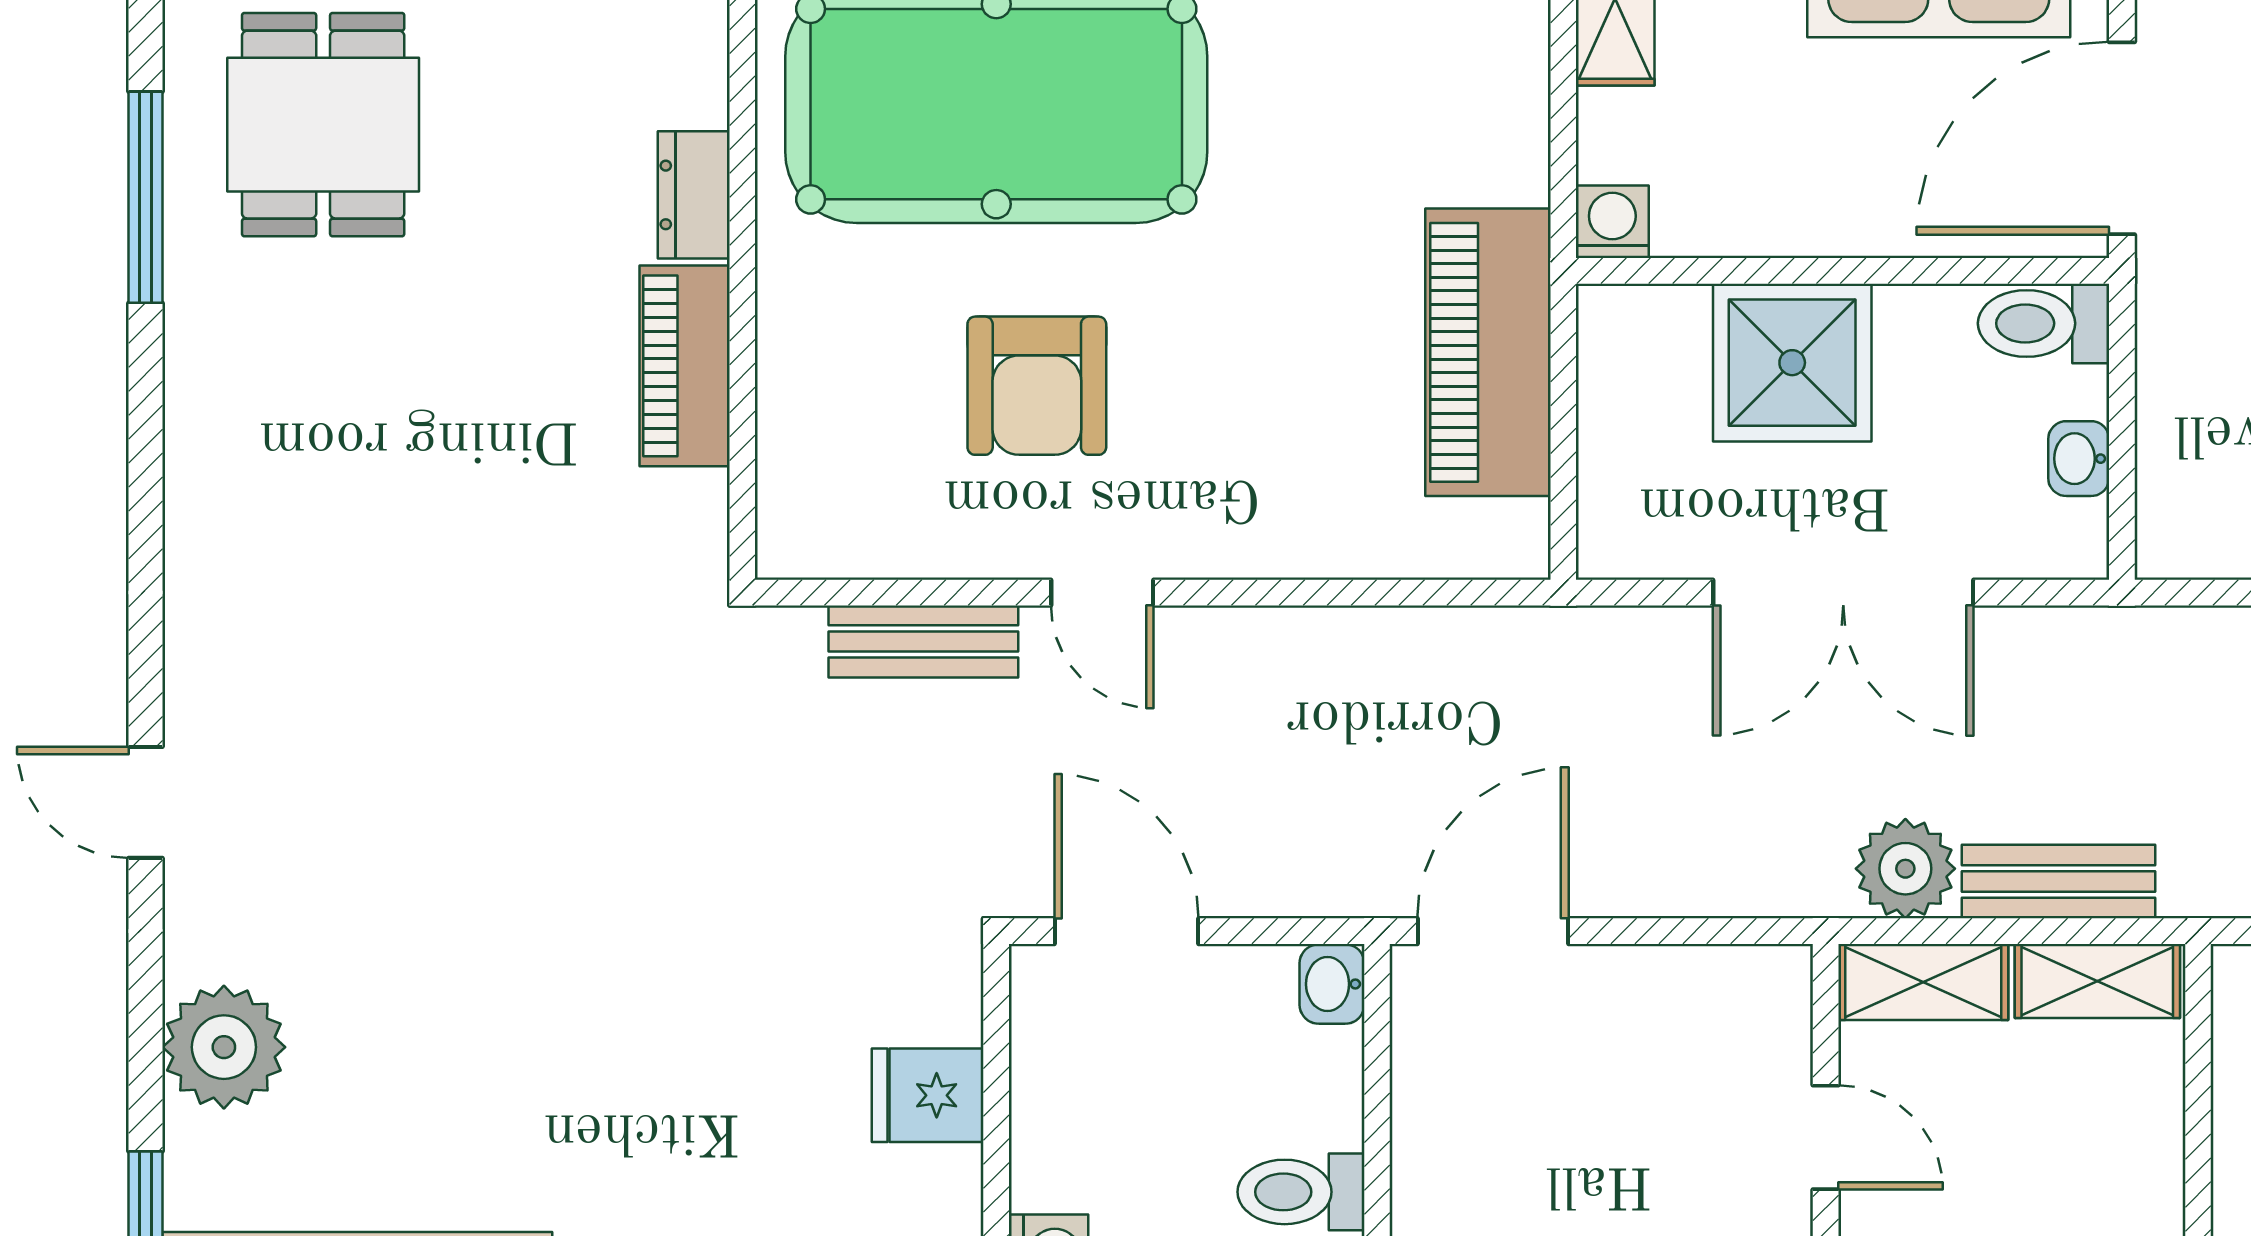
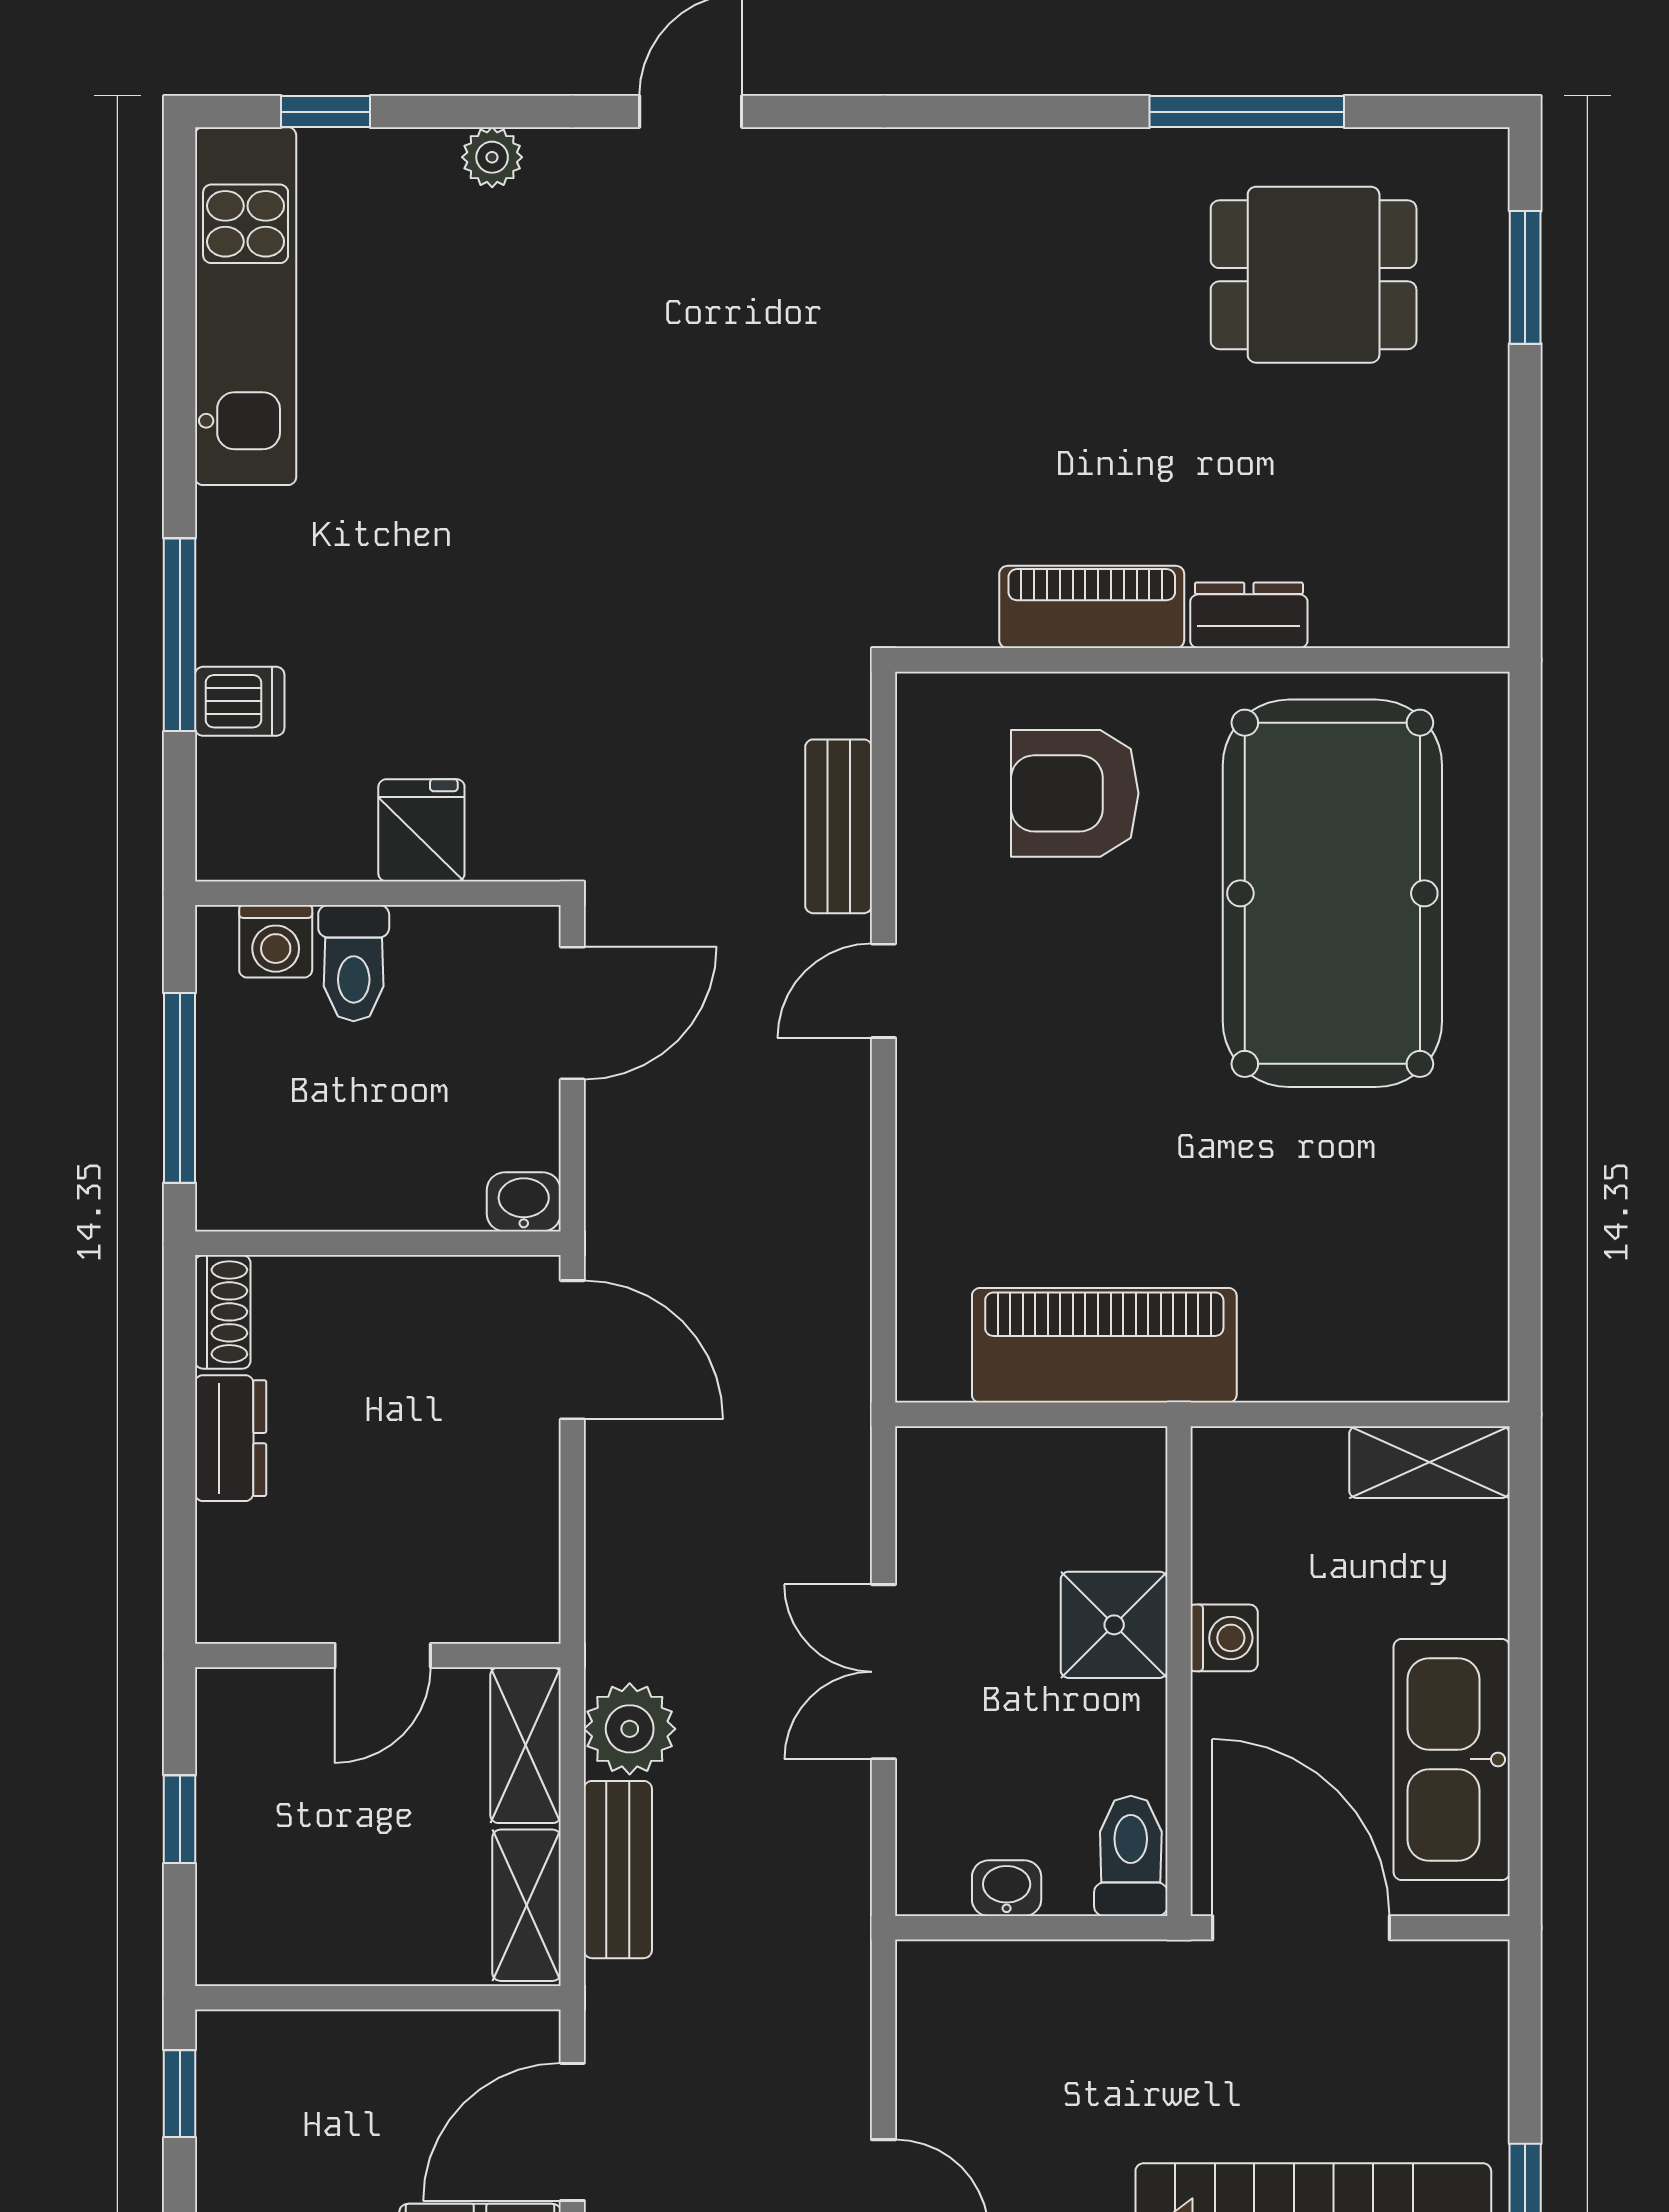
washing machine: (1612, 222) -> (1224, 1638), moved
shower: (1792, 363) -> (1114, 1625), width x0.73, depth x0.73
armchair: (1037, 386) -> (1075, 793), moved
double door: (1843, 593) -> (883, 1672), width x0.73
plant: (224, 1047) -> (492, 157), width x0.53, depth x0.53
toilet: (1301, 1192) -> (354, 963), moved, turned 180

